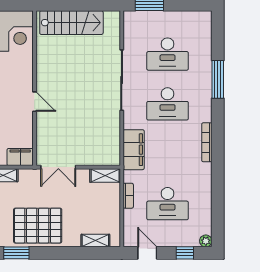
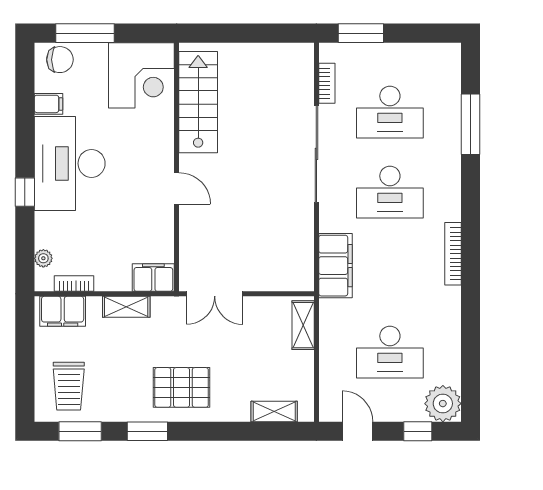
stairs: (71, 23) -> (198, 102), moved, turned -90
window: (218, 79) -> (471, 124), moved
shelving: (105, 176) -> (303, 325), moved, turned 90
bookcase: (128, 196) -> (327, 83), moved
pallet: (38, 226) -> (182, 387), width x0.73, depth x0.71
plant: (206, 241) -> (443, 404), width x1.87, depth x1.87

